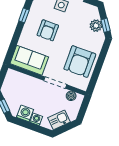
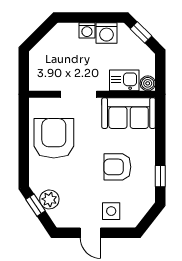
armchair: (48, 30) -> (117, 167), turned -90
boiler: (71, 96) -> (148, 83), moved
kitchen sink: (59, 120) -> (124, 80), moved, turned -135

